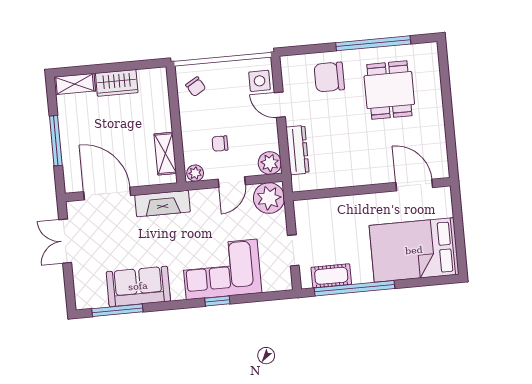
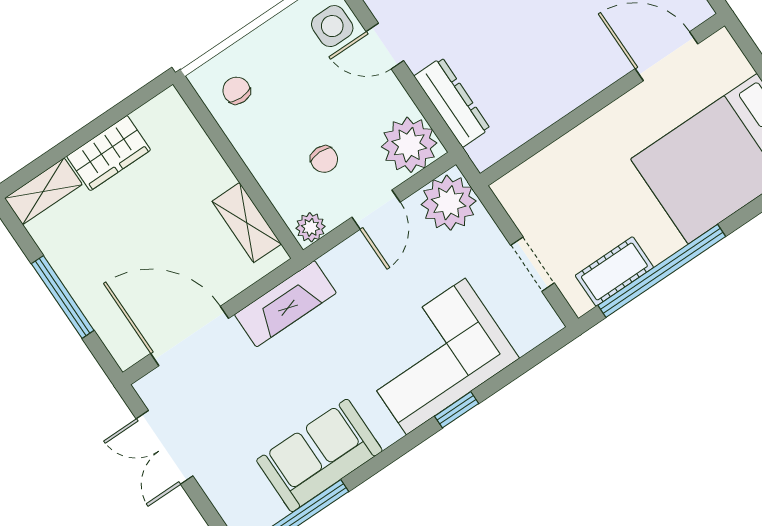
chair: (196, 87) -> (237, 90), turned -149
chair: (220, 144) -> (324, 159), turned -90
plant: (270, 163) -> (409, 145), width x1.36, depth x1.36

